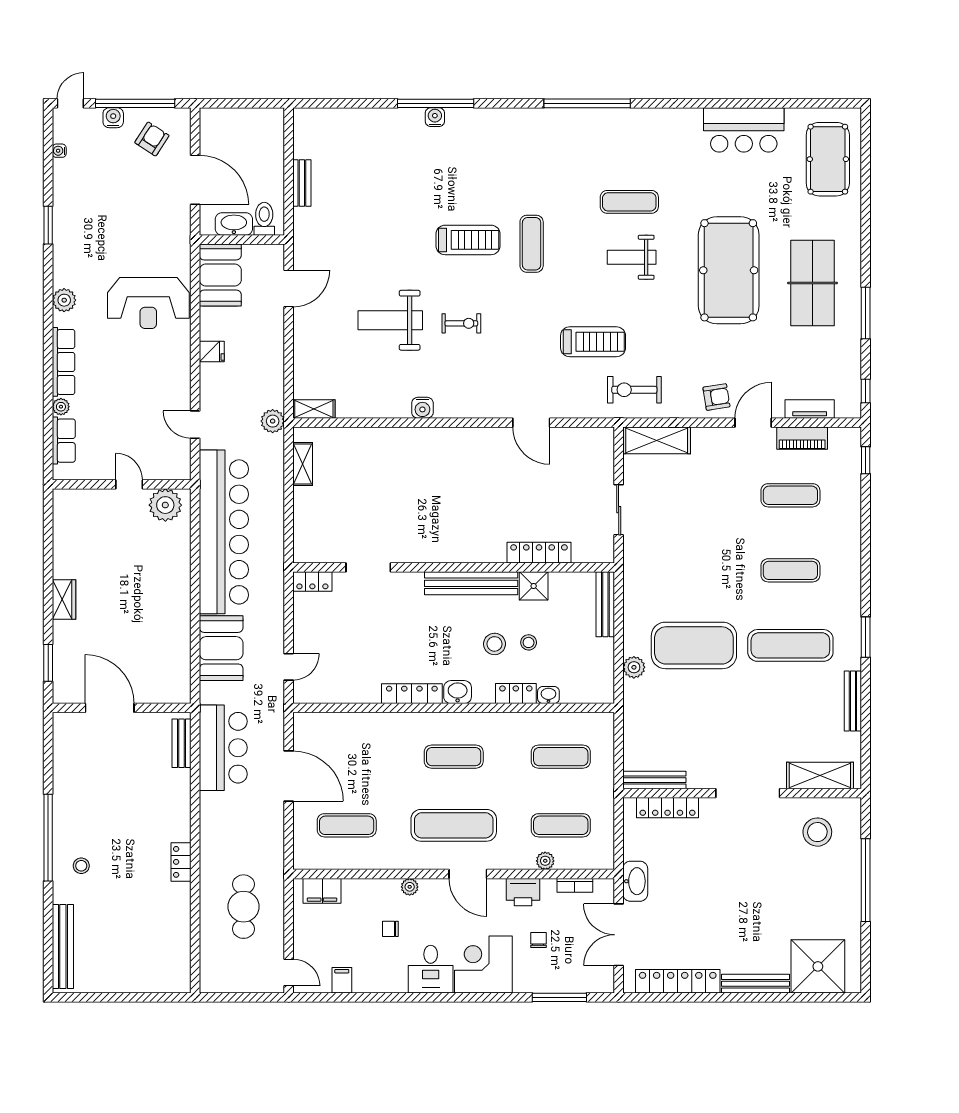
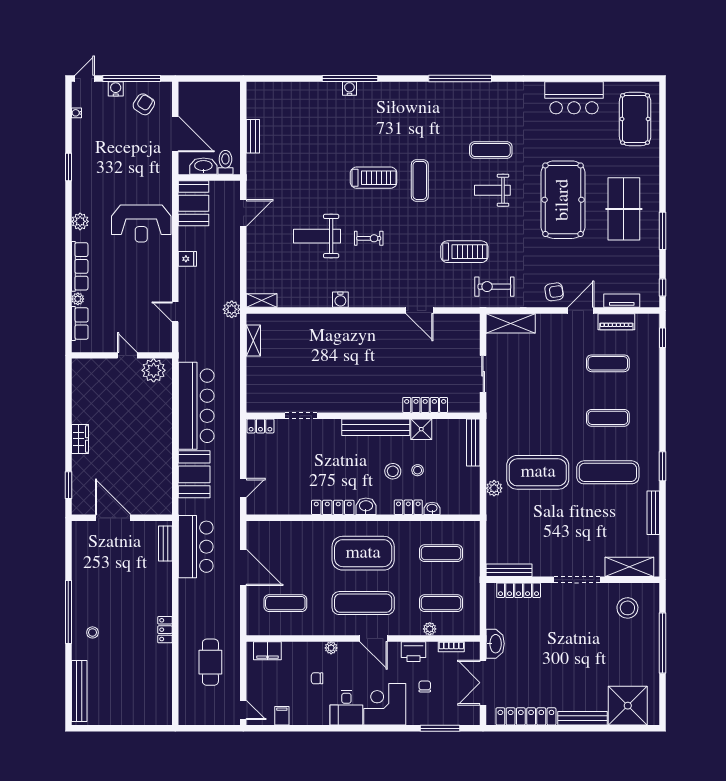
bar counter: (224, 532) -> (196, 406), width x0.73
exercise mat: (454, 757) -> (363, 553), width x2.00, depth x1.45

